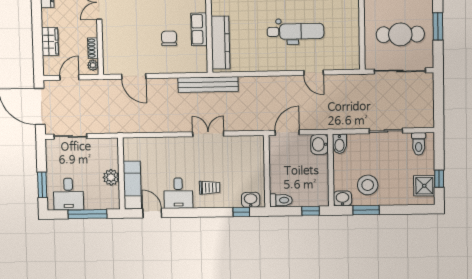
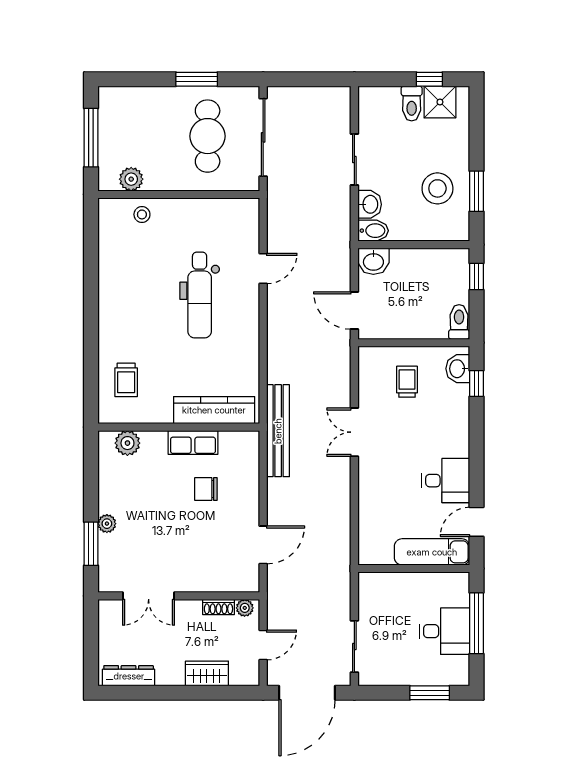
dental chair: (296, 31) -> (200, 295), turned 180
door: (69, 78) -> (263, 645), swing flipped
toilet: (419, 144) -> (412, 103), moved, turned 90
plant: (111, 177) -> (419, 585), removed
trolley: (210, 188) -> (407, 382), moved
desk: (68, 194) -> (445, 631), moved
washbasin: (342, 198) -> (370, 204), moved, turned 180

